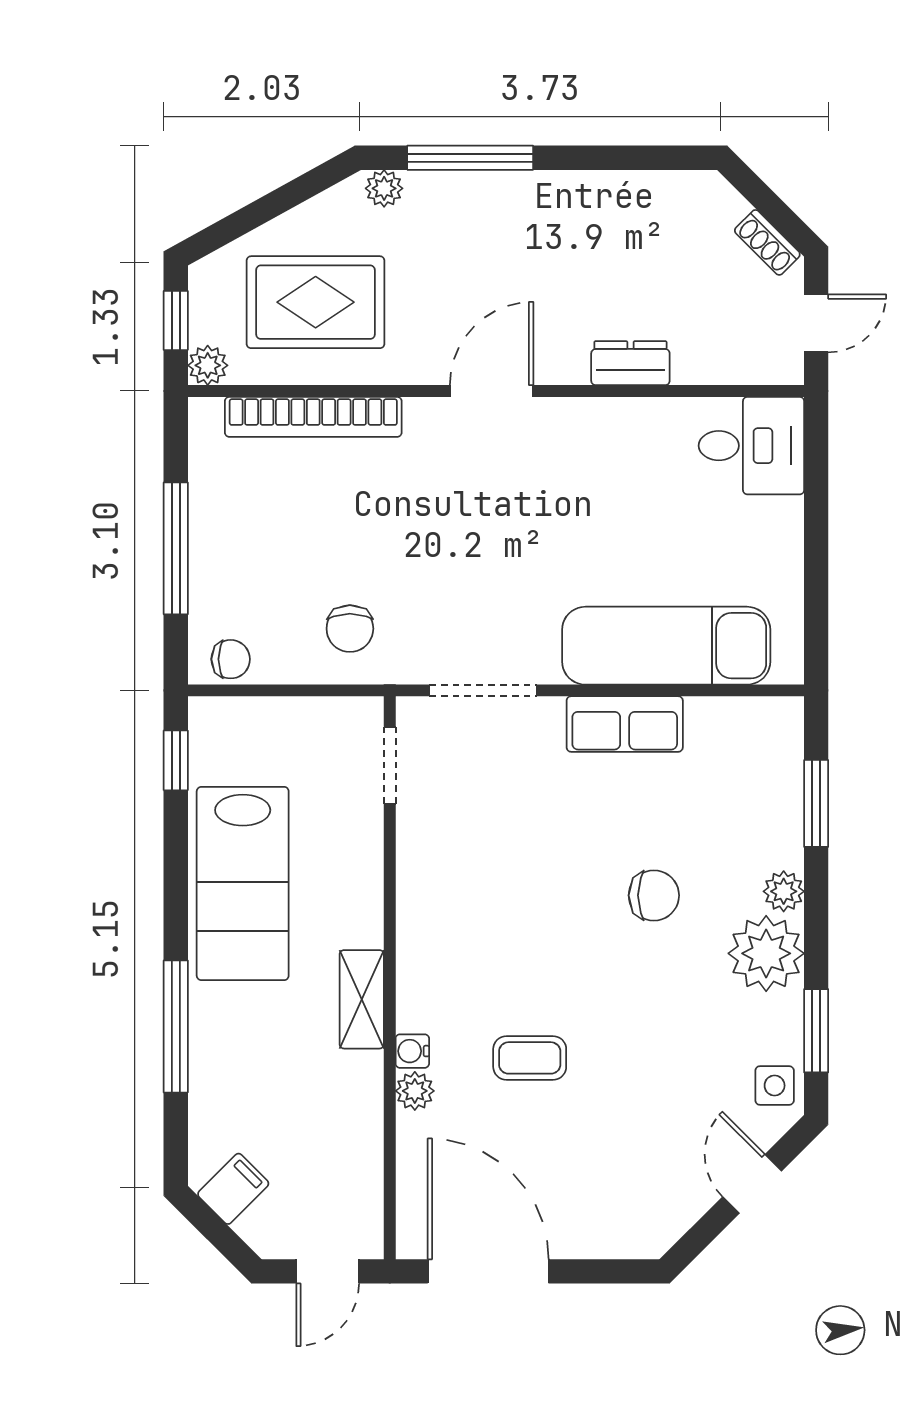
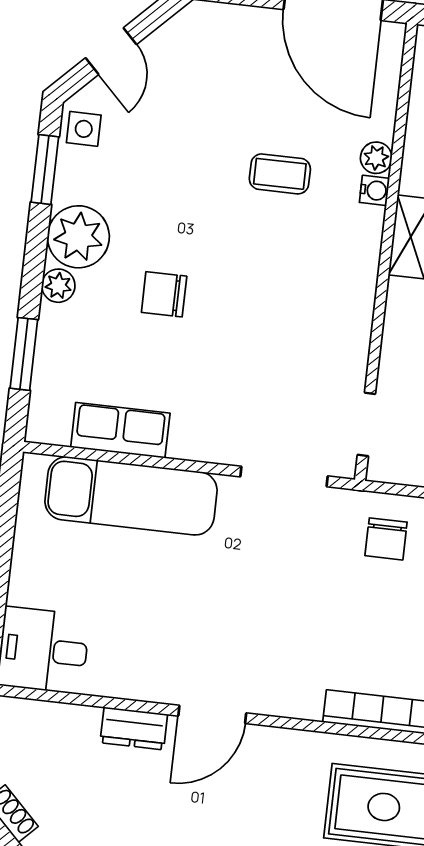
door: (492, 391) -> (212, 714), moved
chair: (350, 629) -> (386, 539), turned 180
row of seats: (625, 724) -> (120, 430), moved

